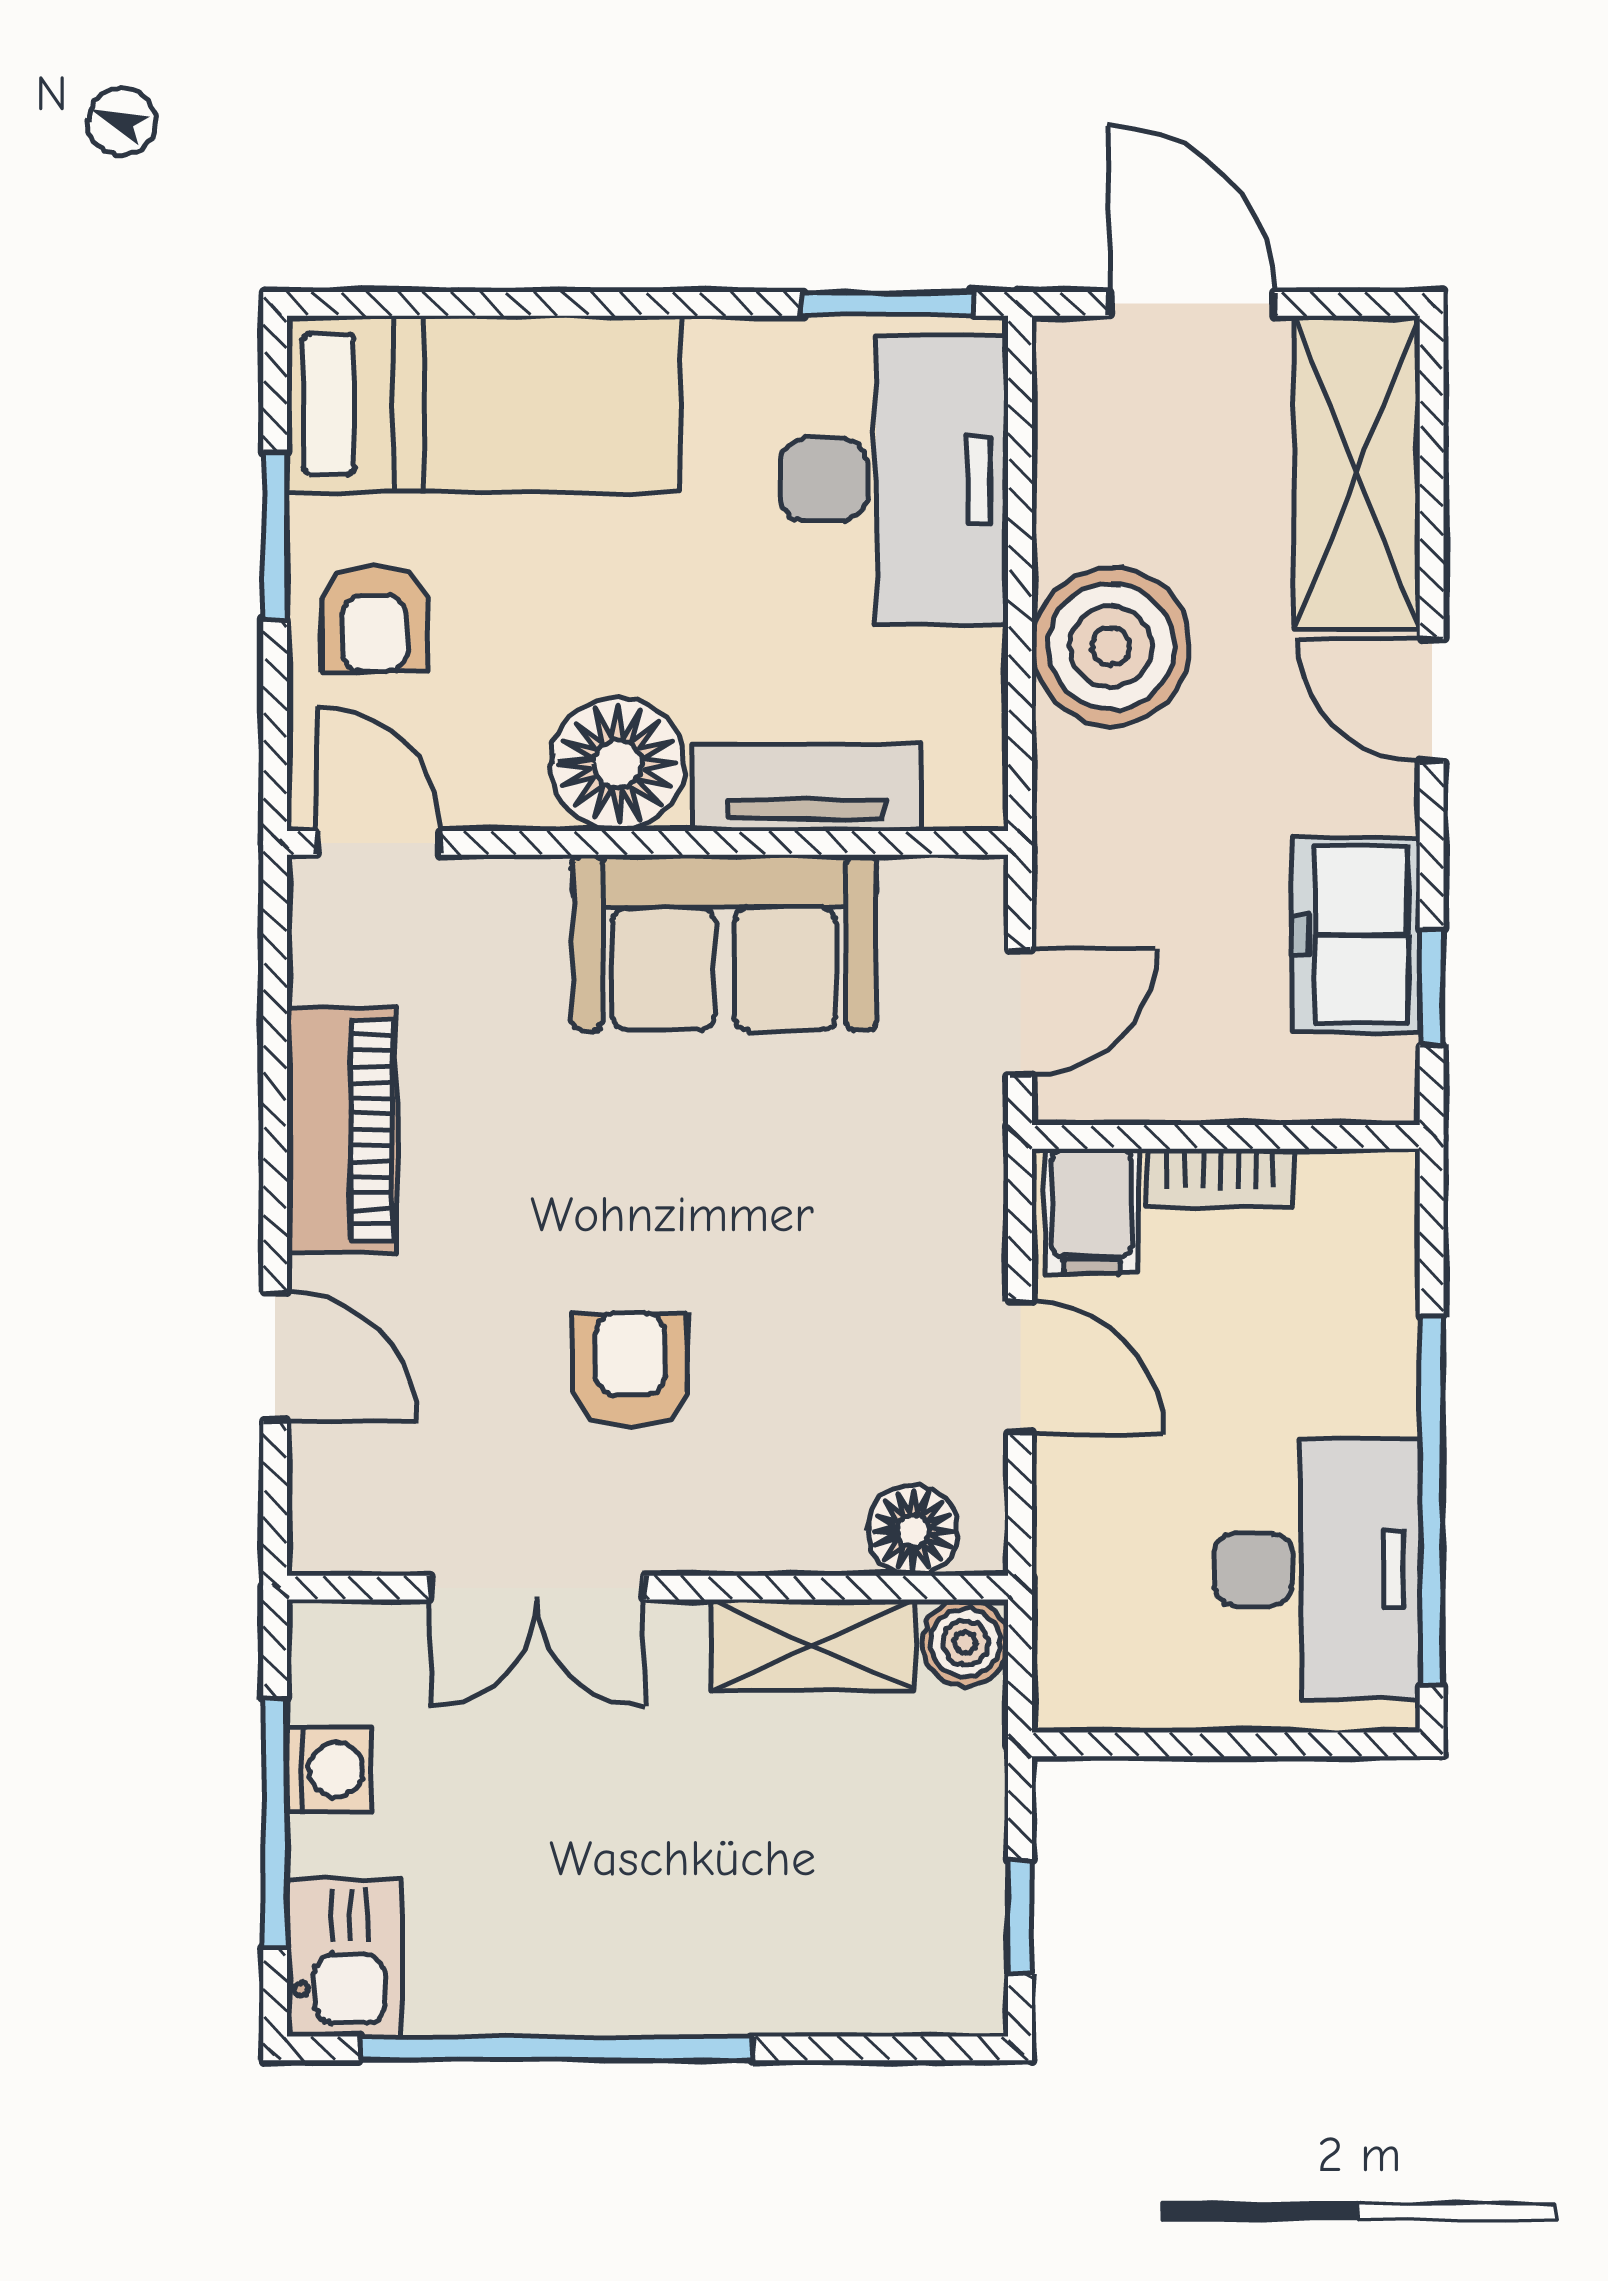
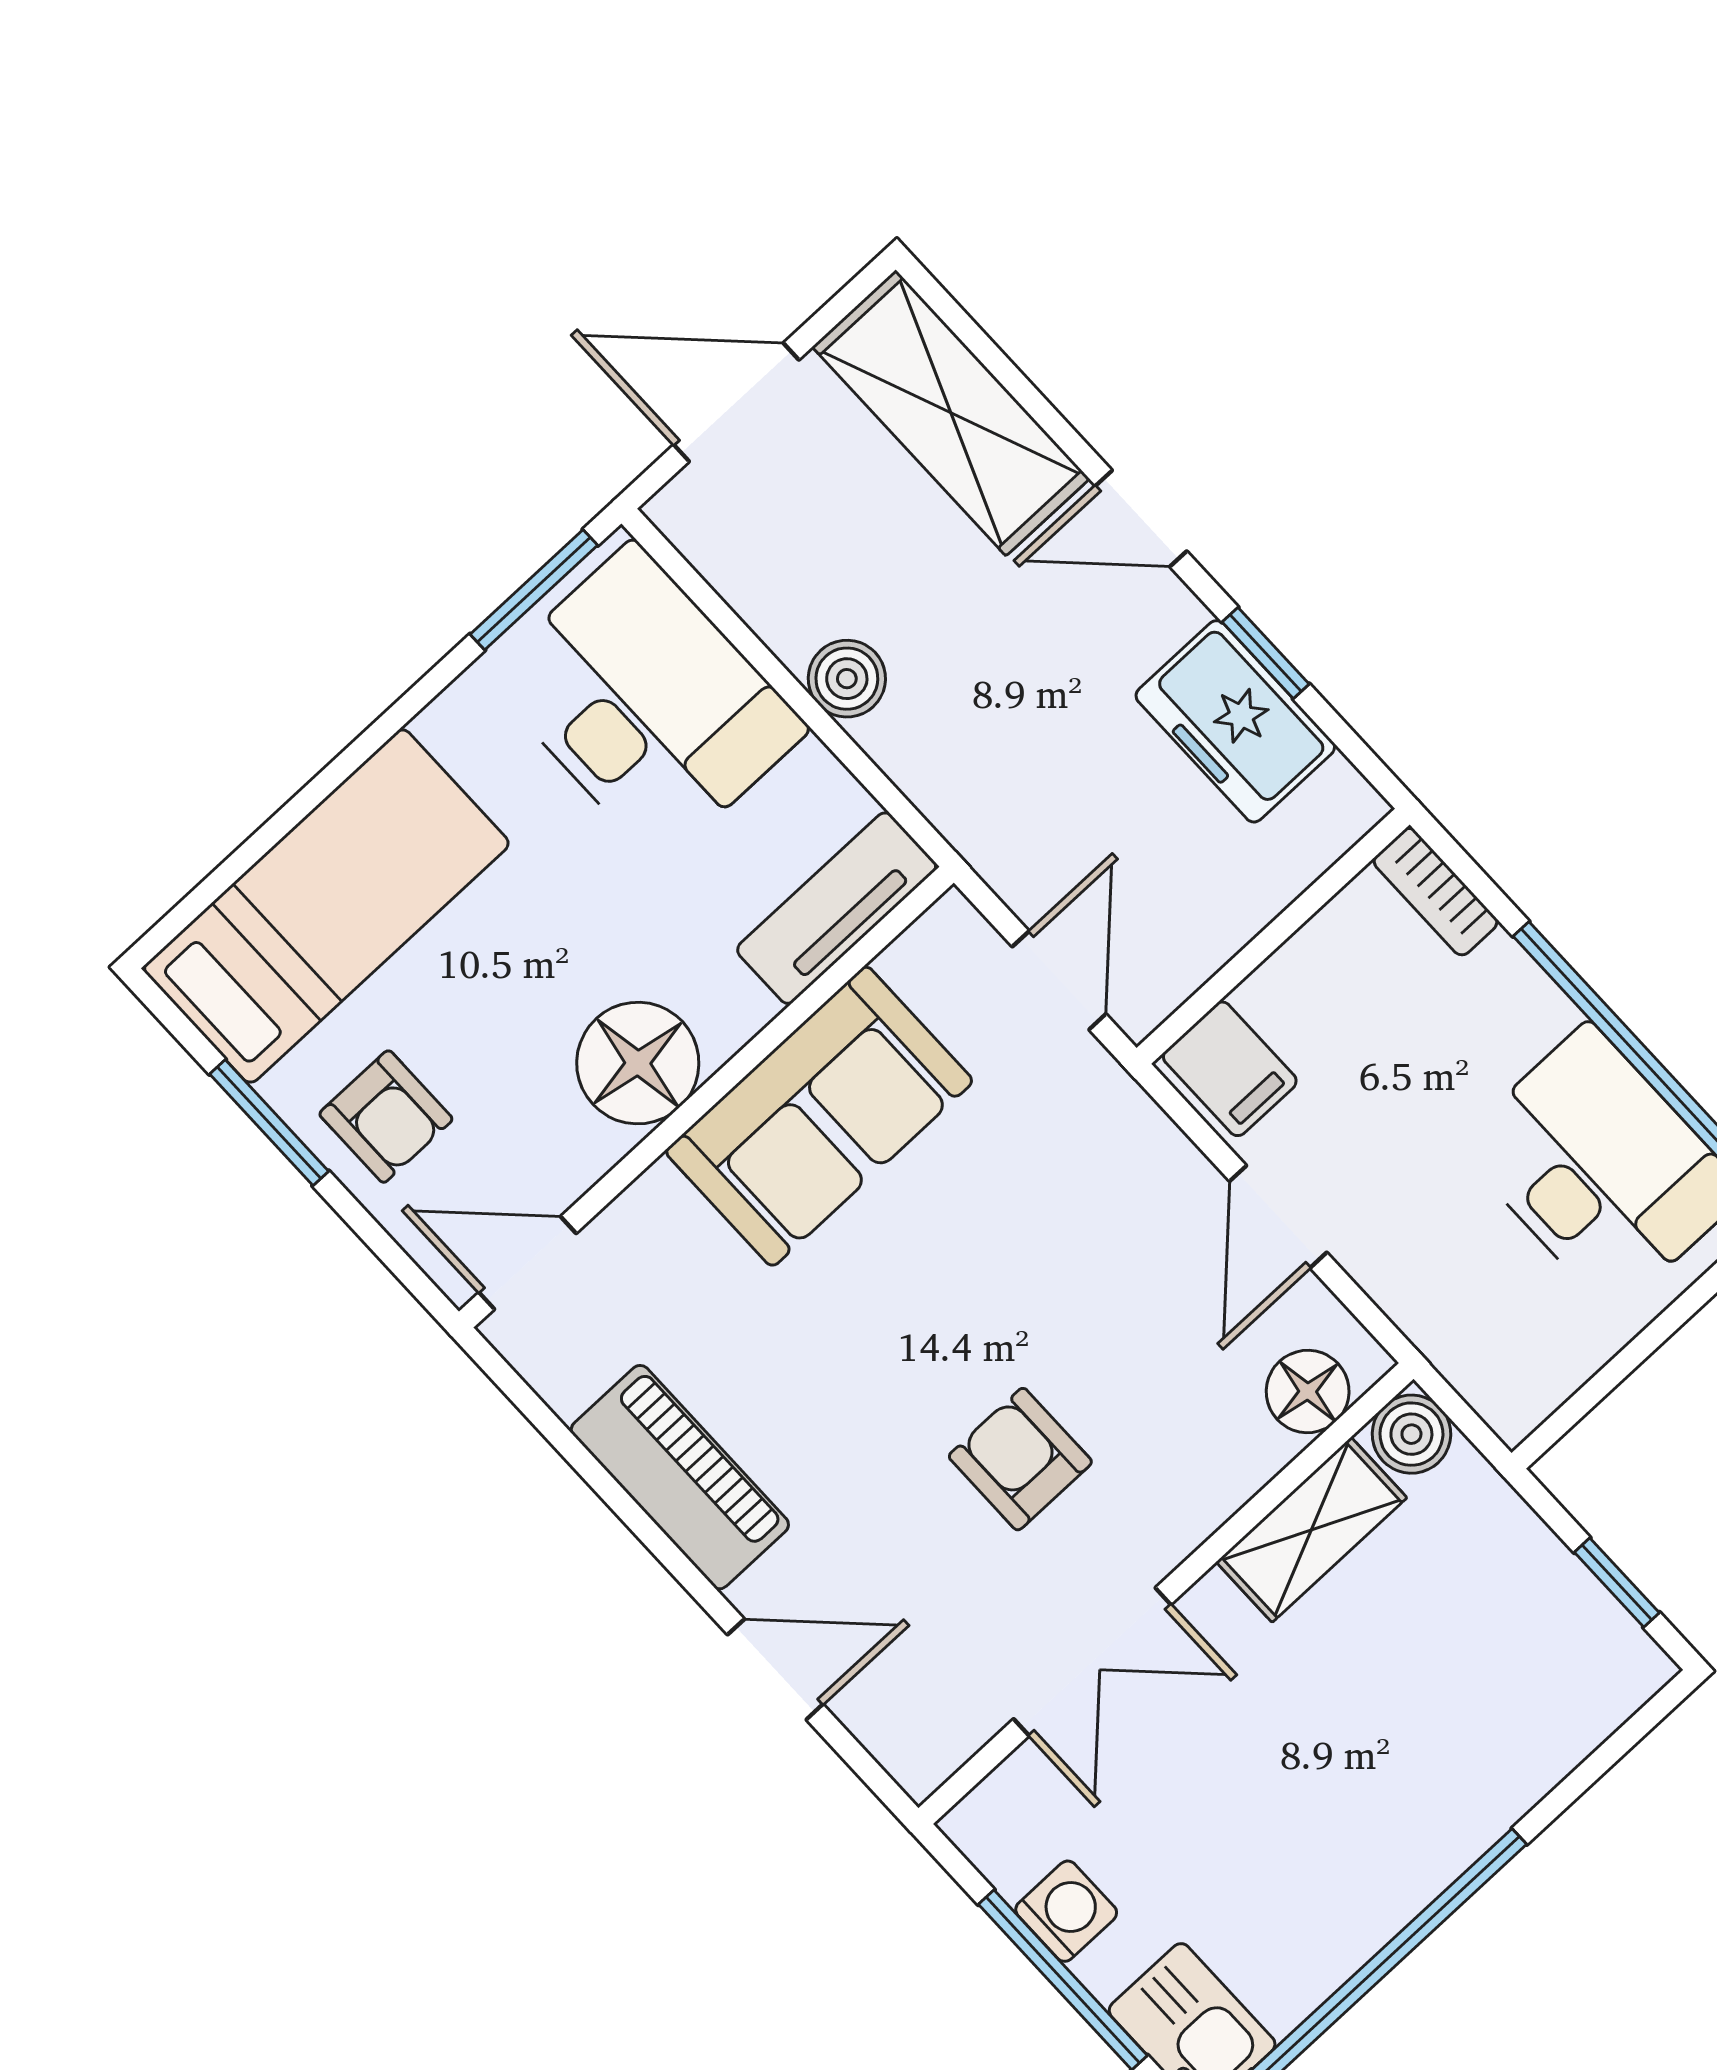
boiler: (1111, 646) -> (847, 679), width x0.54, depth x0.54
tv unit: (807, 788) -> (837, 908), moved
window: (1432, 987) -> (1266, 653), moved
bookcase: (1220, 1178) -> (1436, 892), moved, turned 90
door: (1020, 1367) -> (1278, 1217), swing flipped

